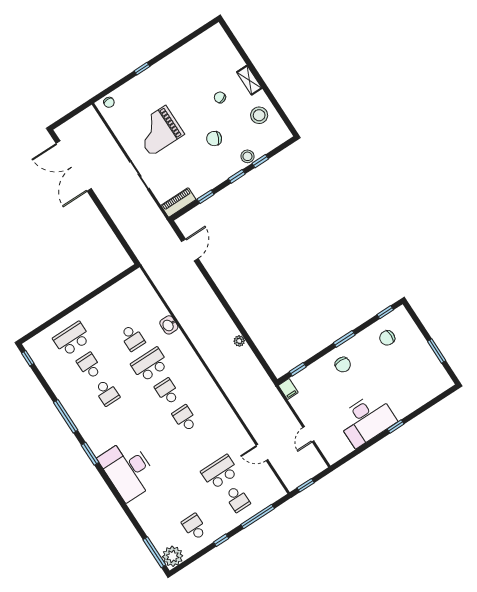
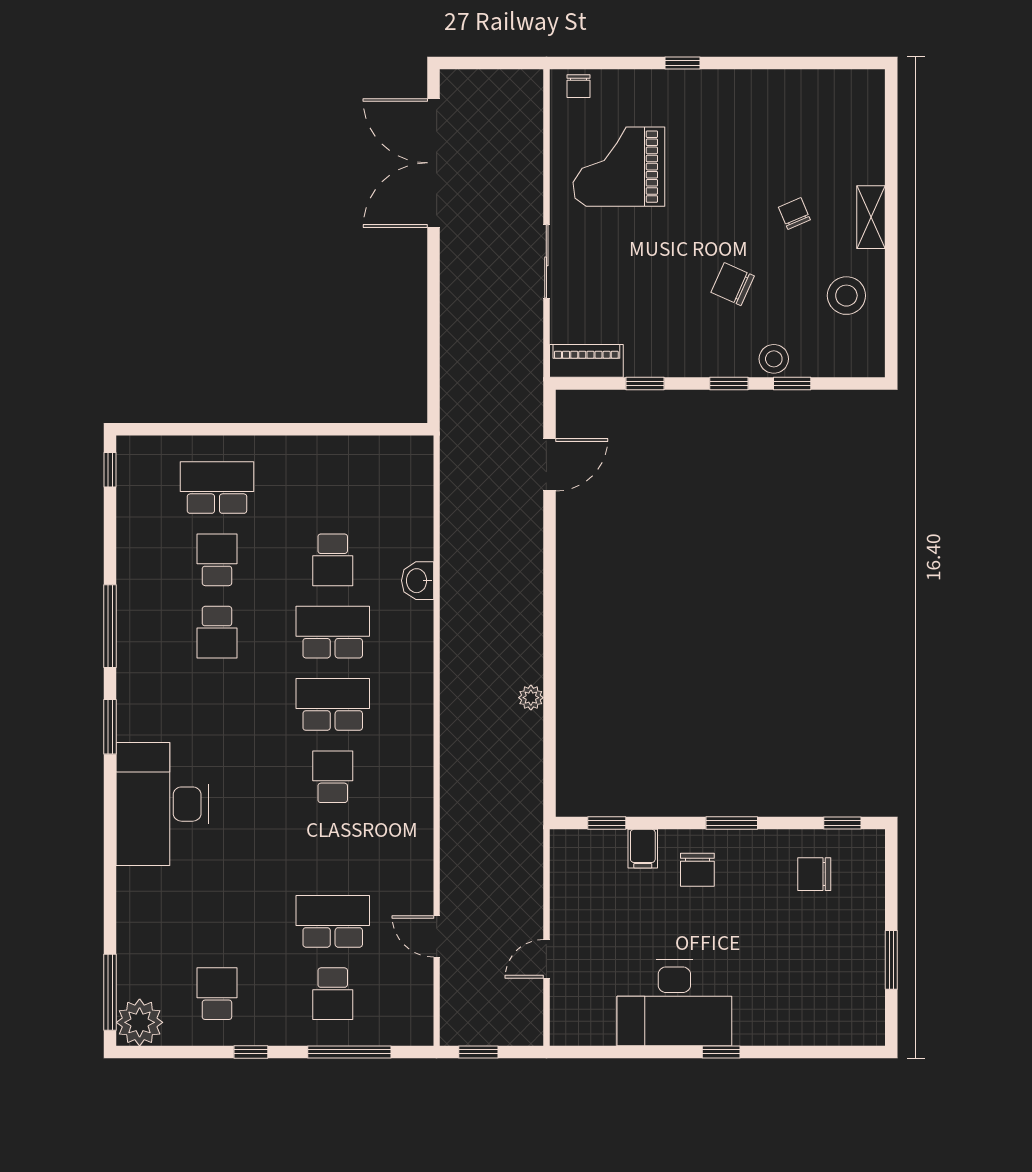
grand piano: (158, 131) -> (619, 167), moved
filing cabinet: (288, 389) -> (643, 849), moved
school desk: (167, 391) -> (333, 704), width x1.85

